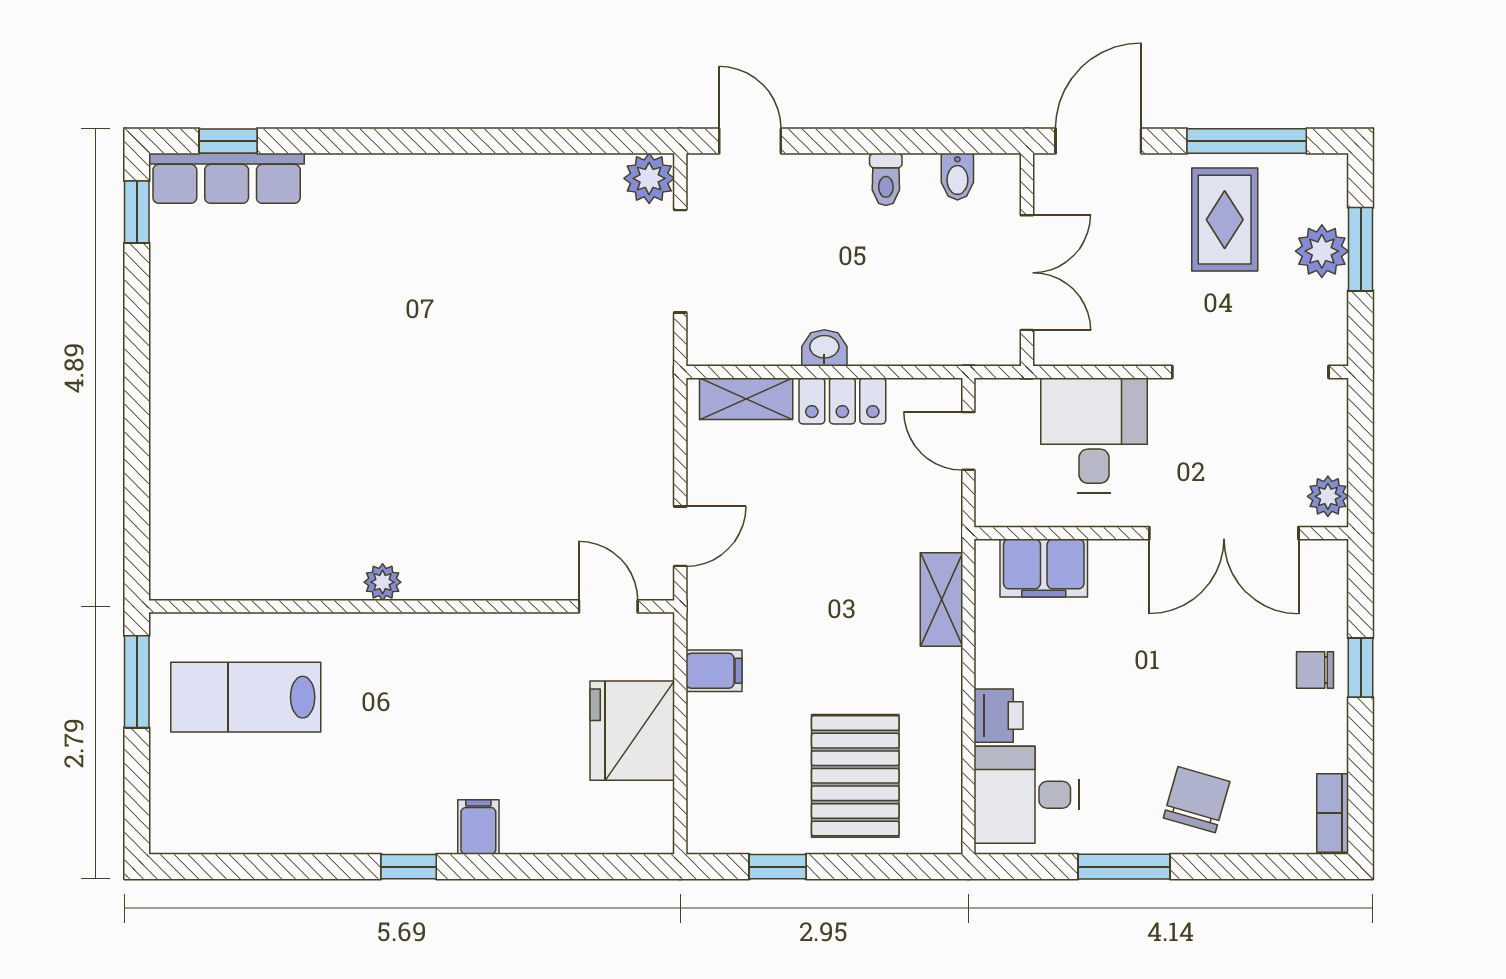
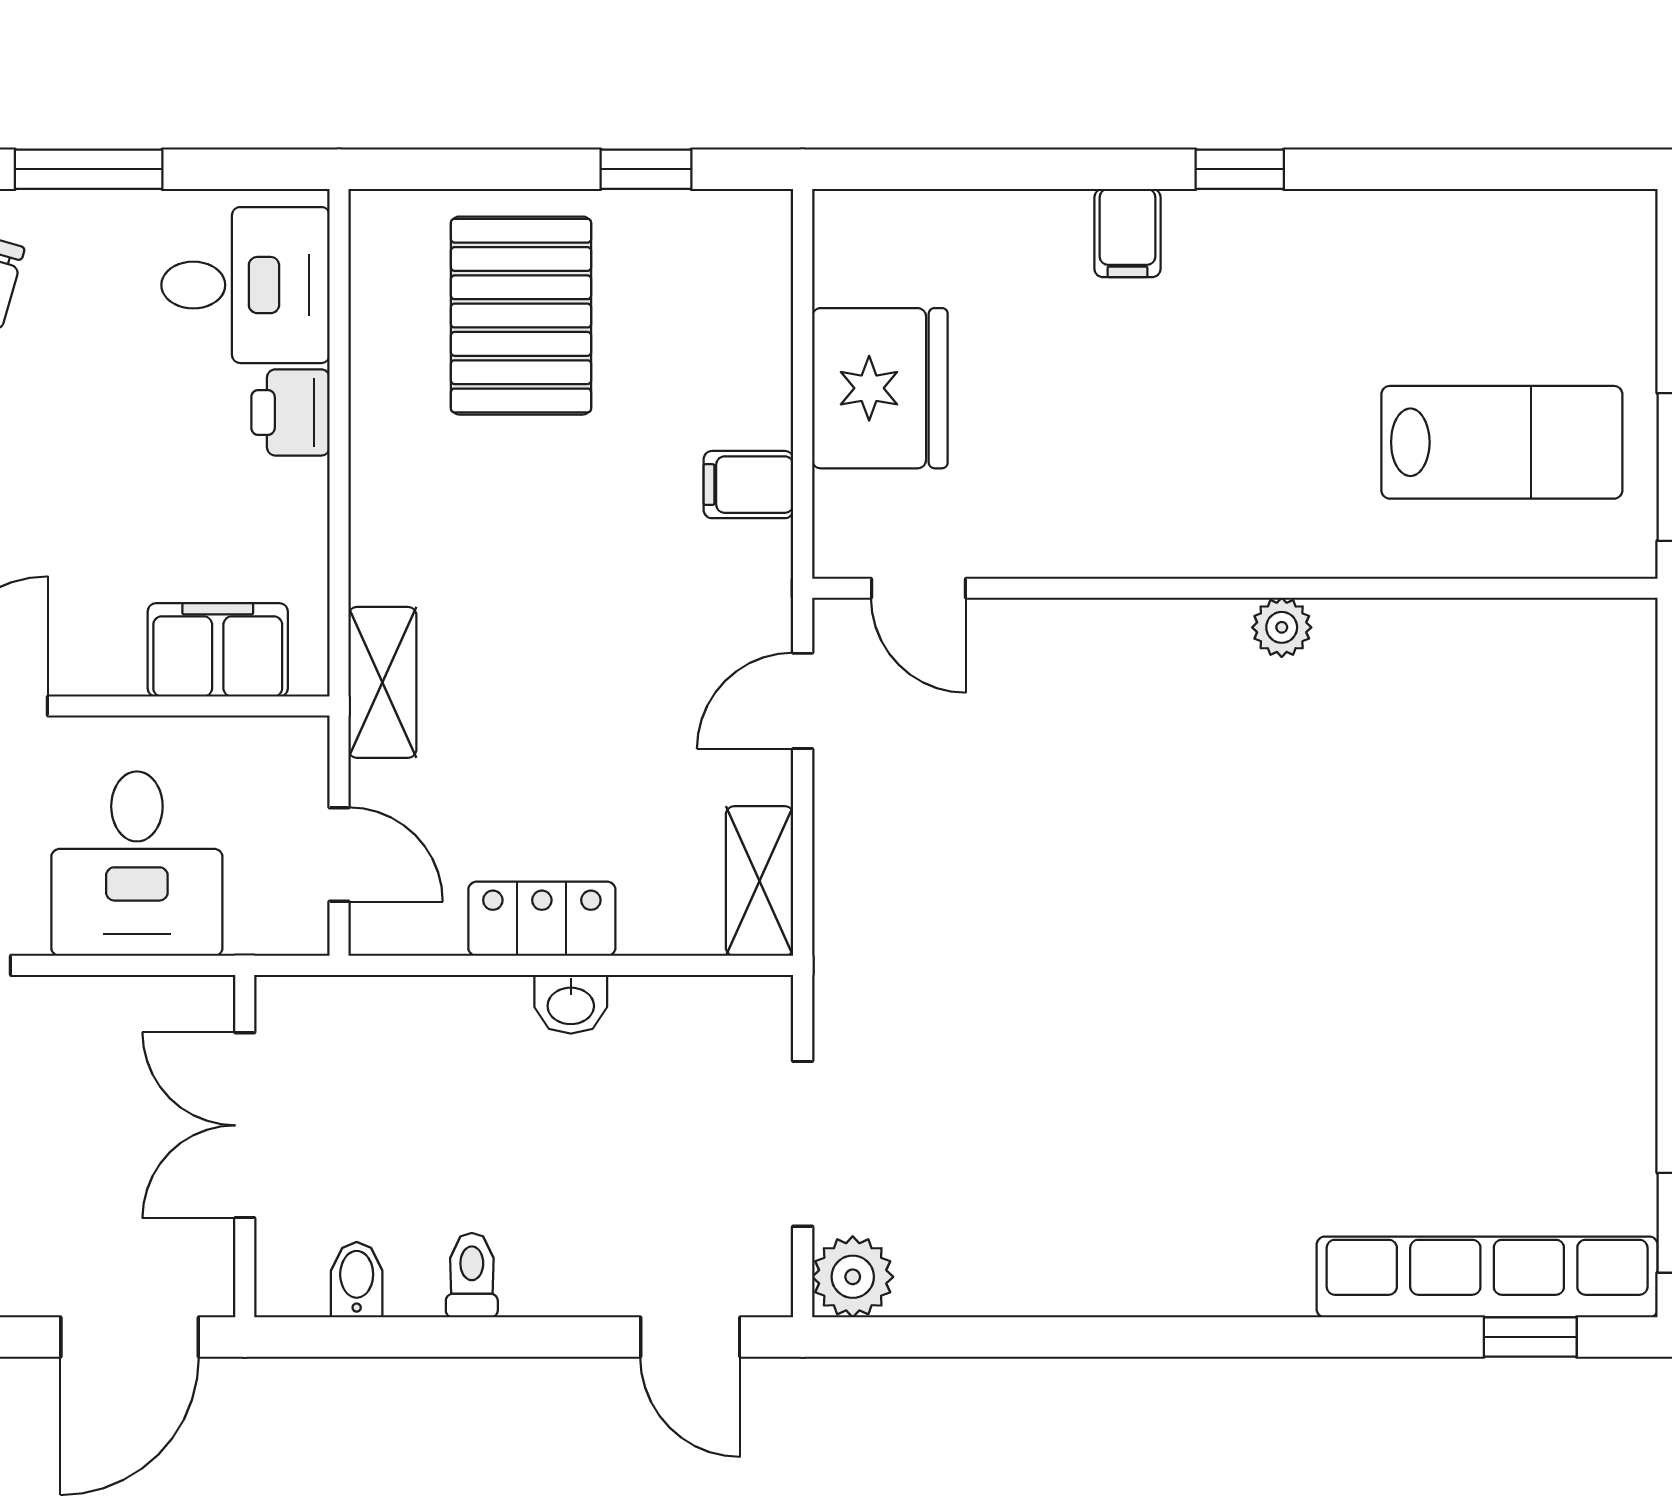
row of seats: (227, 178) -> (1487, 1277), width x1.36
shelving: (746, 399) -> (760, 881), moved, turned 90
shelving: (941, 600) -> (382, 682), moved

